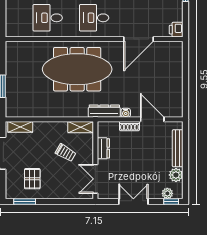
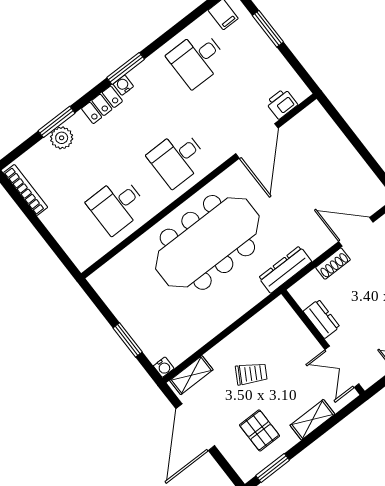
printer: (176, 30) -> (282, 104), moved, turned 90
water cooler: (126, 113) -> (164, 367), moved
shelving: (81, 127) -> (312, 420), moved
trolley: (66, 153) -> (251, 374), moved

